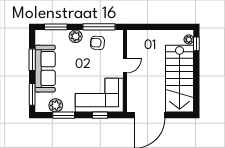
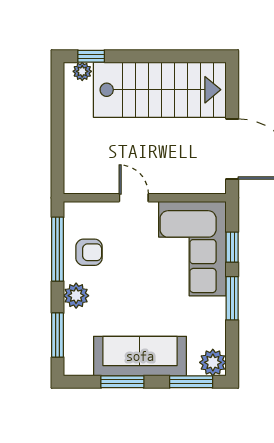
armchair: (97, 43) -> (89, 252), turned -94
plant: (56, 105) -> (213, 362), moved
window: (64, 115) -> (232, 298), moved

